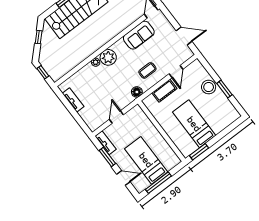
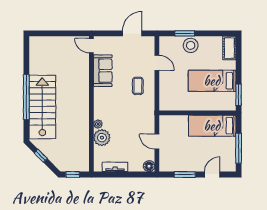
plant: (108, 57) -> (102, 138), moved
window: (224, 89) -> (185, 33), moved
cot: (164, 91) -> (229, 48), moved
floor lamp: (137, 92) -> (149, 166), moved
tv unit: (106, 143) -> (172, 167), removed
bed: (146, 160) -> (212, 126), moved

